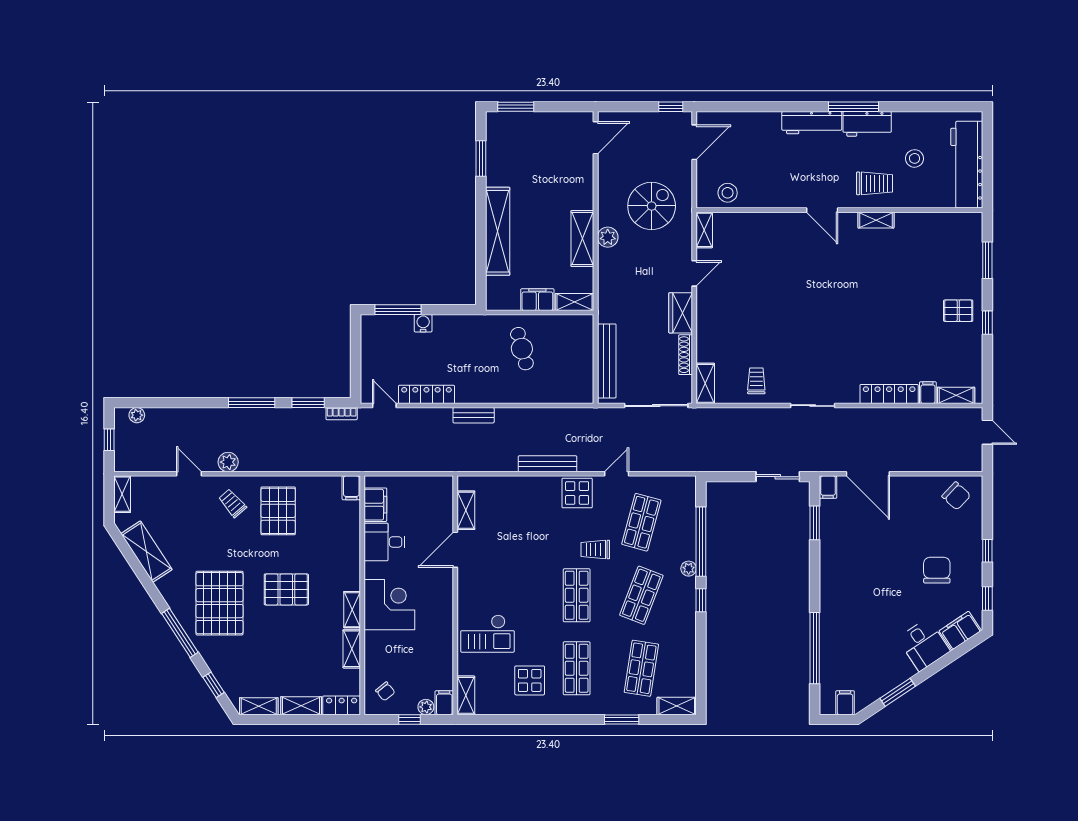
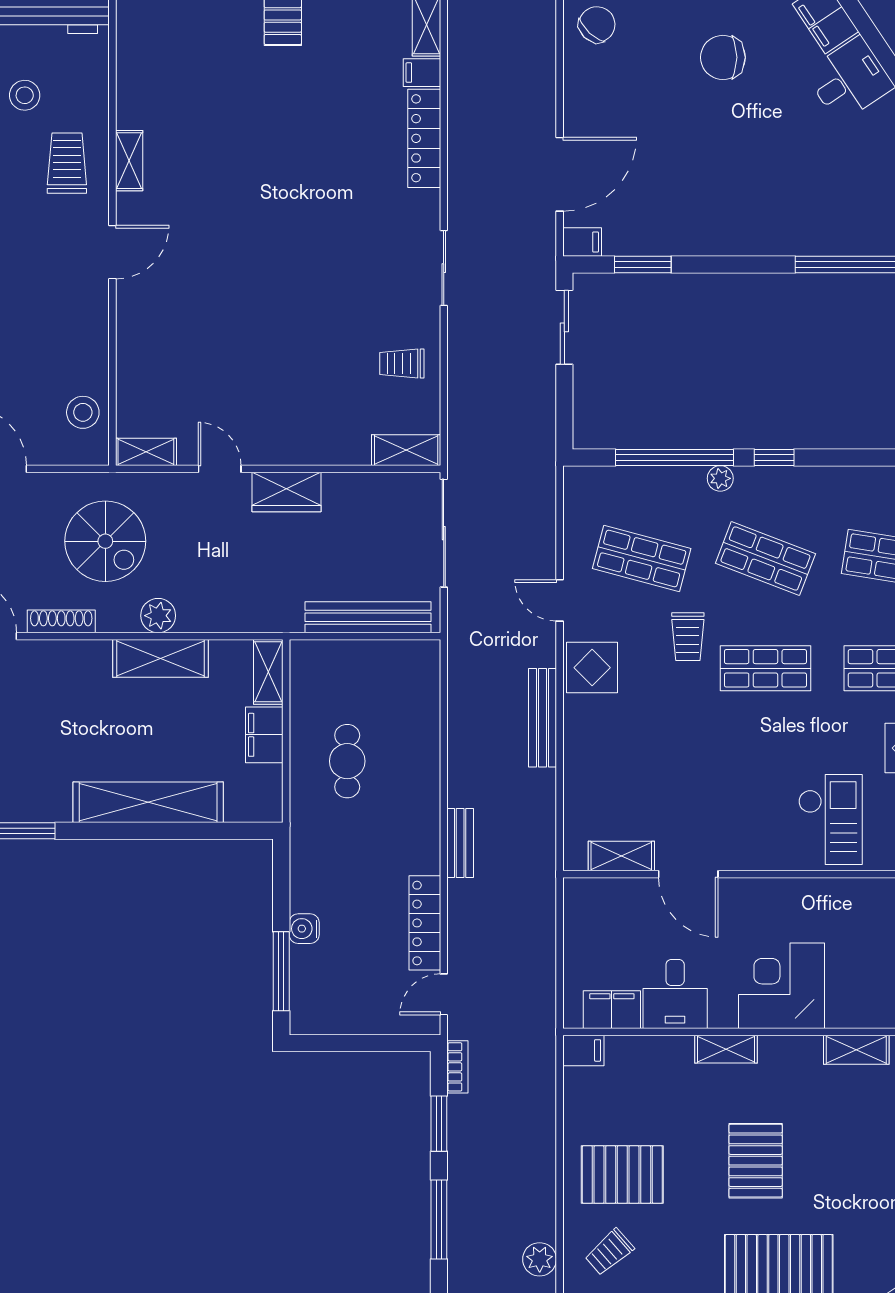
spiral stairs: (652, 206) -> (105, 541), turned 180
cafe table: (522, 349) -> (347, 761), turned -75
shoe rack: (686, 355) -> (61, 621), moved, turned 180
shelving: (352, 610) -> (726, 1049), moved

